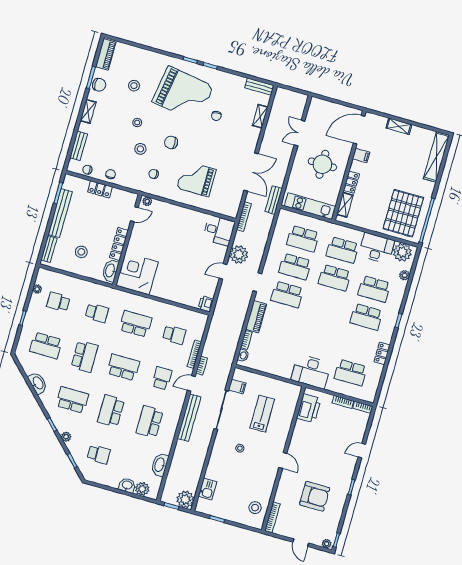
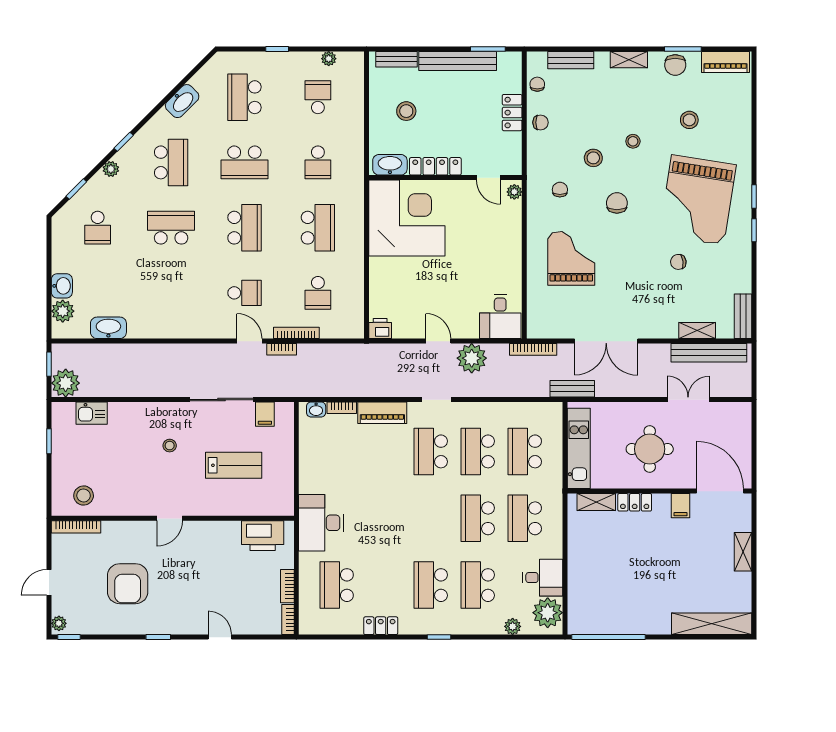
pallet: (403, 213) -> (609, 597), removed
desk: (377, 248) -> (543, 578), width x0.73
corner desk: (137, 274) -> (407, 218), width x1.36, depth x1.36
bench: (189, 418) -> (709, 353), moved
school desk: (150, 422) -> (171, 293), removed

